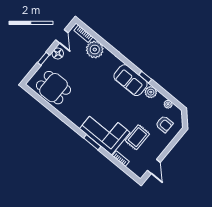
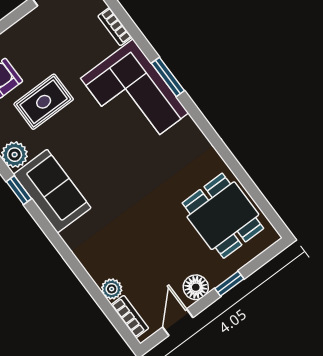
plant: (95, 50) -> (112, 289), width x0.53, depth x0.53
rug: (137, 137) -> (44, 102), moved

